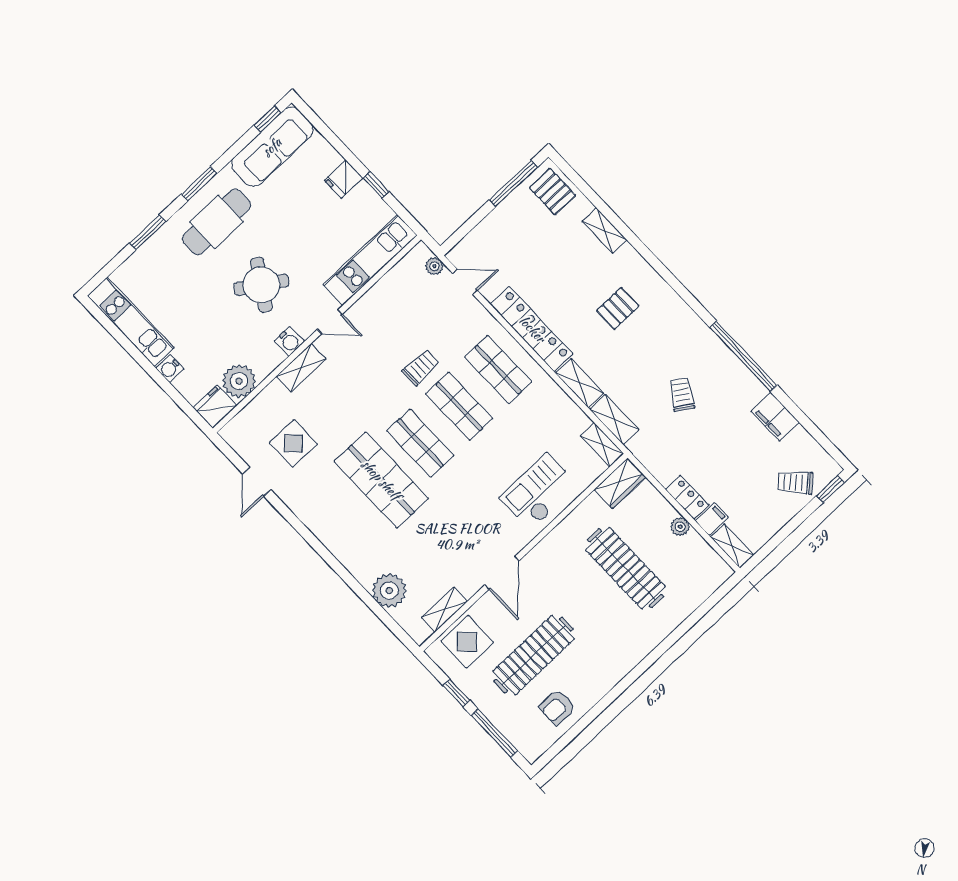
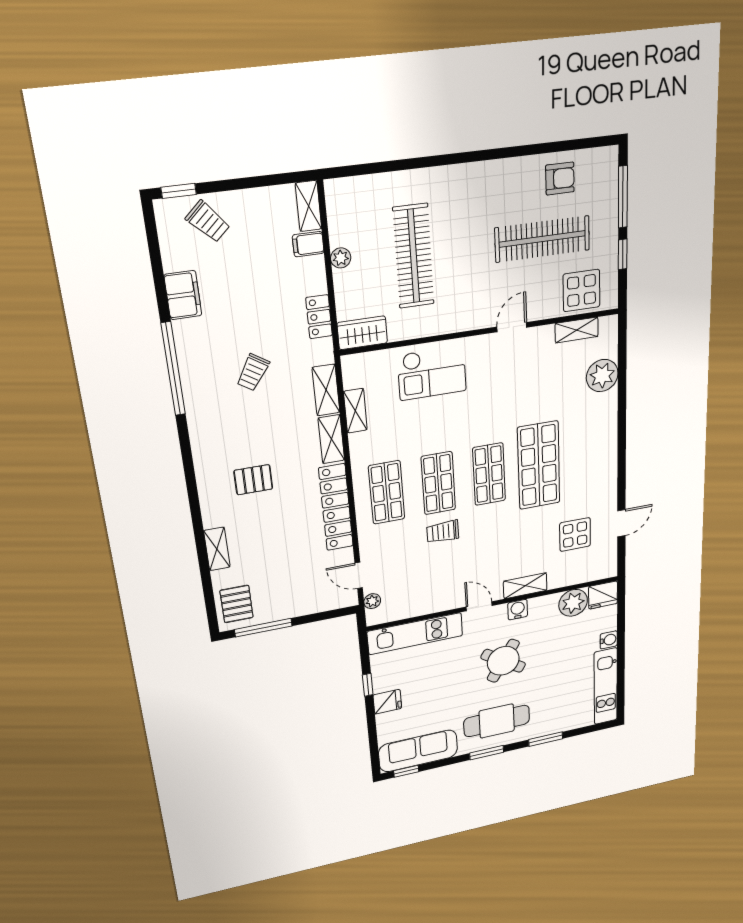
shelving: (602, 445) -> (355, 411), moved
locker: (687, 497) -> (319, 317), moved
door: (502, 573) -> (512, 327), width x0.73

